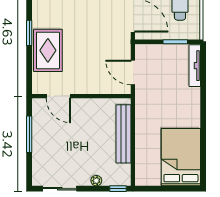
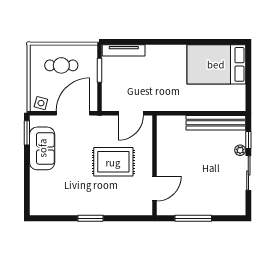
rug: (48, 50) -> (113, 162), moved
bench: (123, 134) -> (216, 123), moved
sliding door: (60, 189) -> (248, 173), moved
window: (118, 189) -> (248, 140), moved

